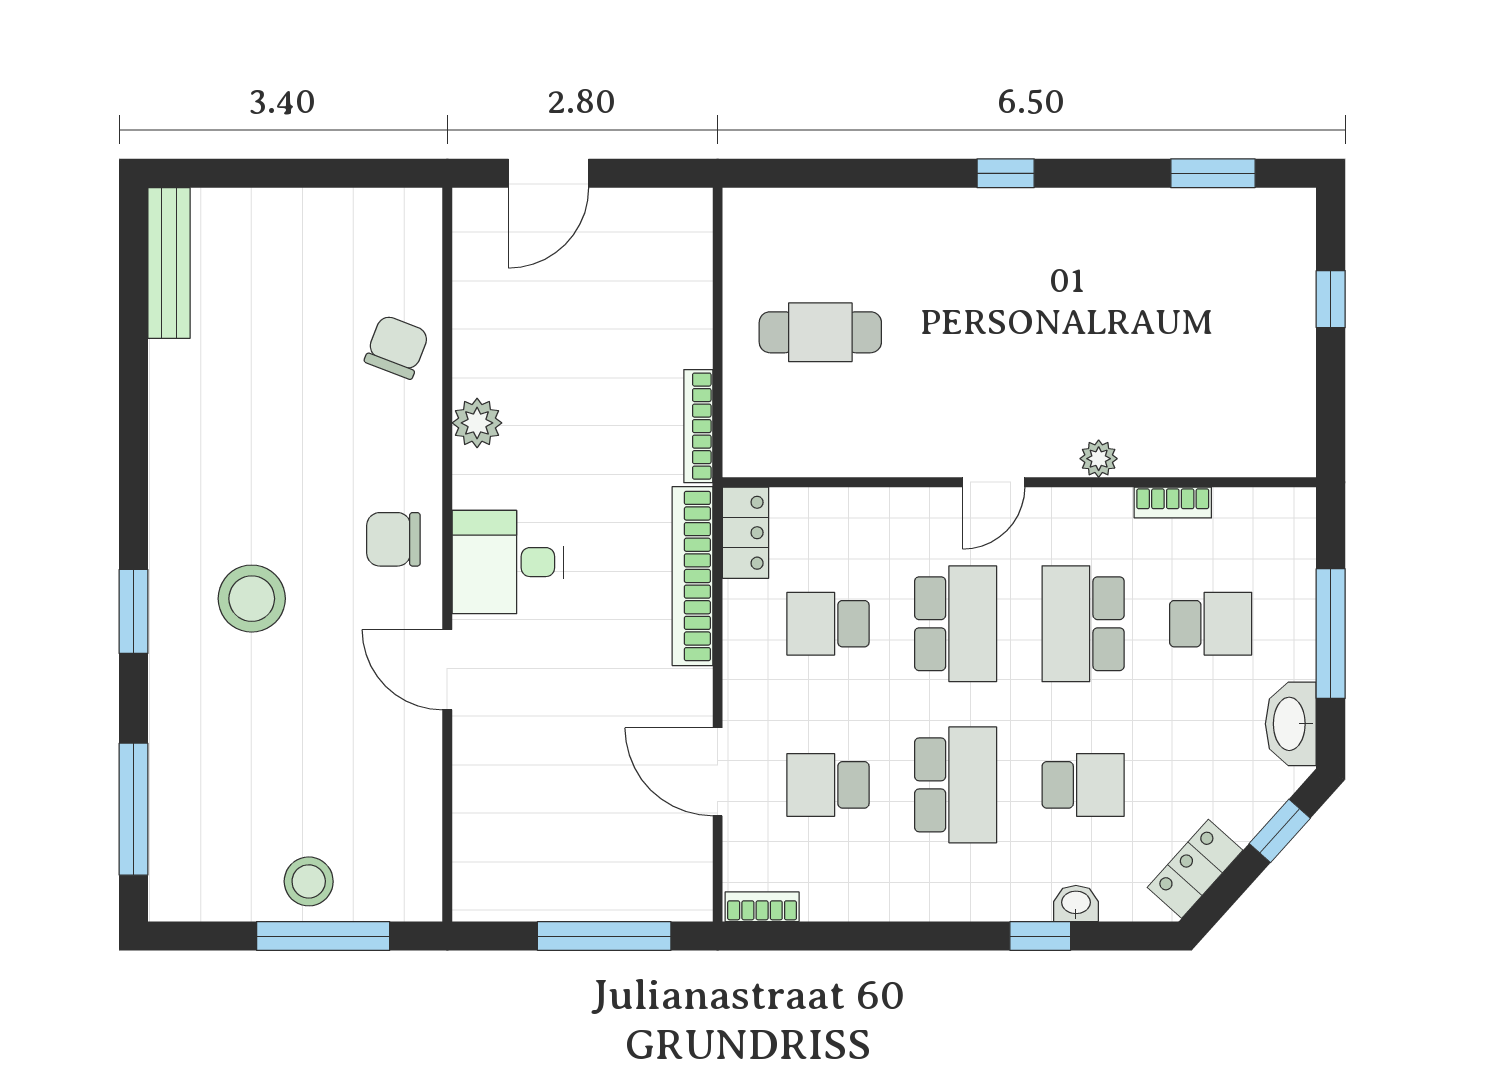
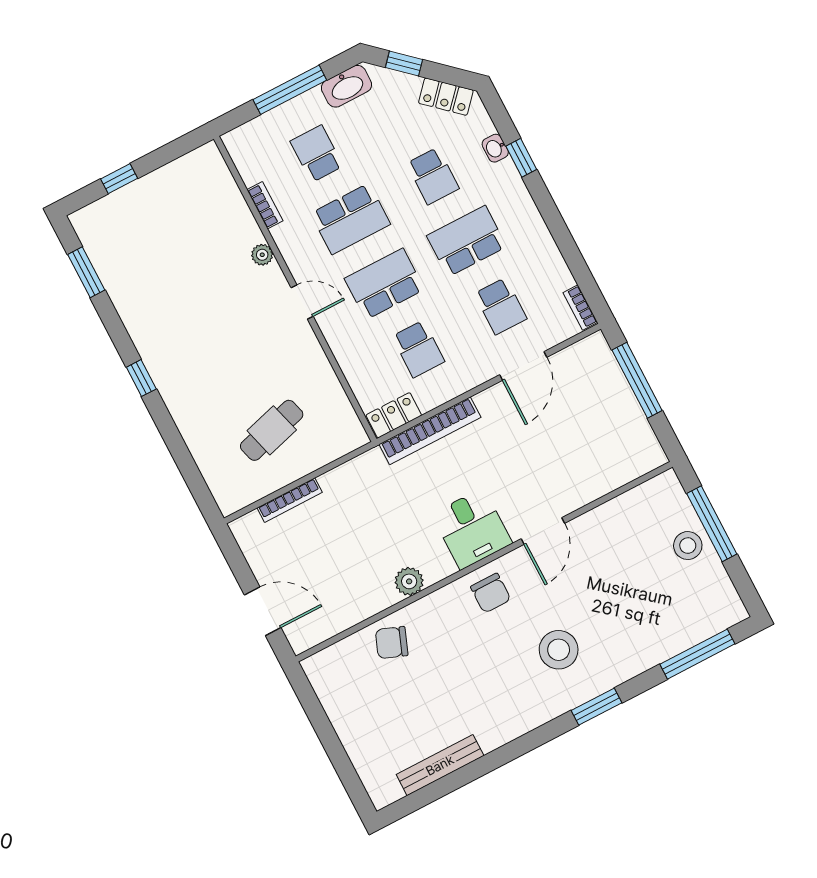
bench: (169, 263) -> (440, 765), moved
cafe table: (820, 332) -> (272, 430), turned 74
bookcase: (698, 426) -> (290, 500), moved
school desk: (1083, 785) -> (433, 176), turned 180

